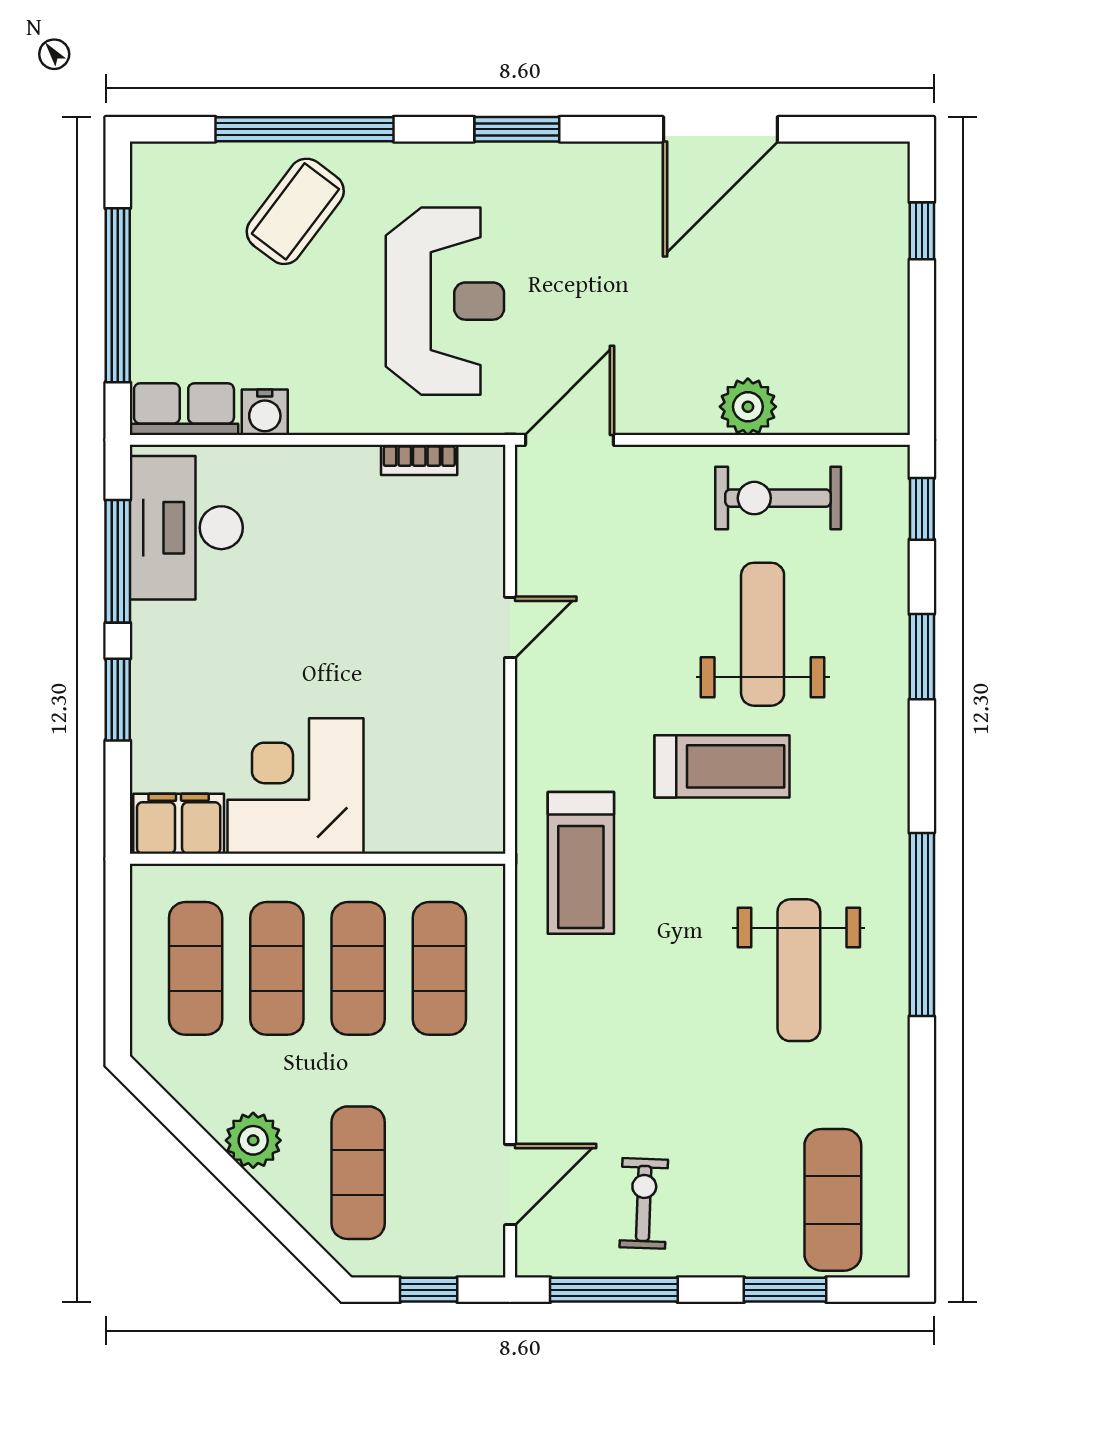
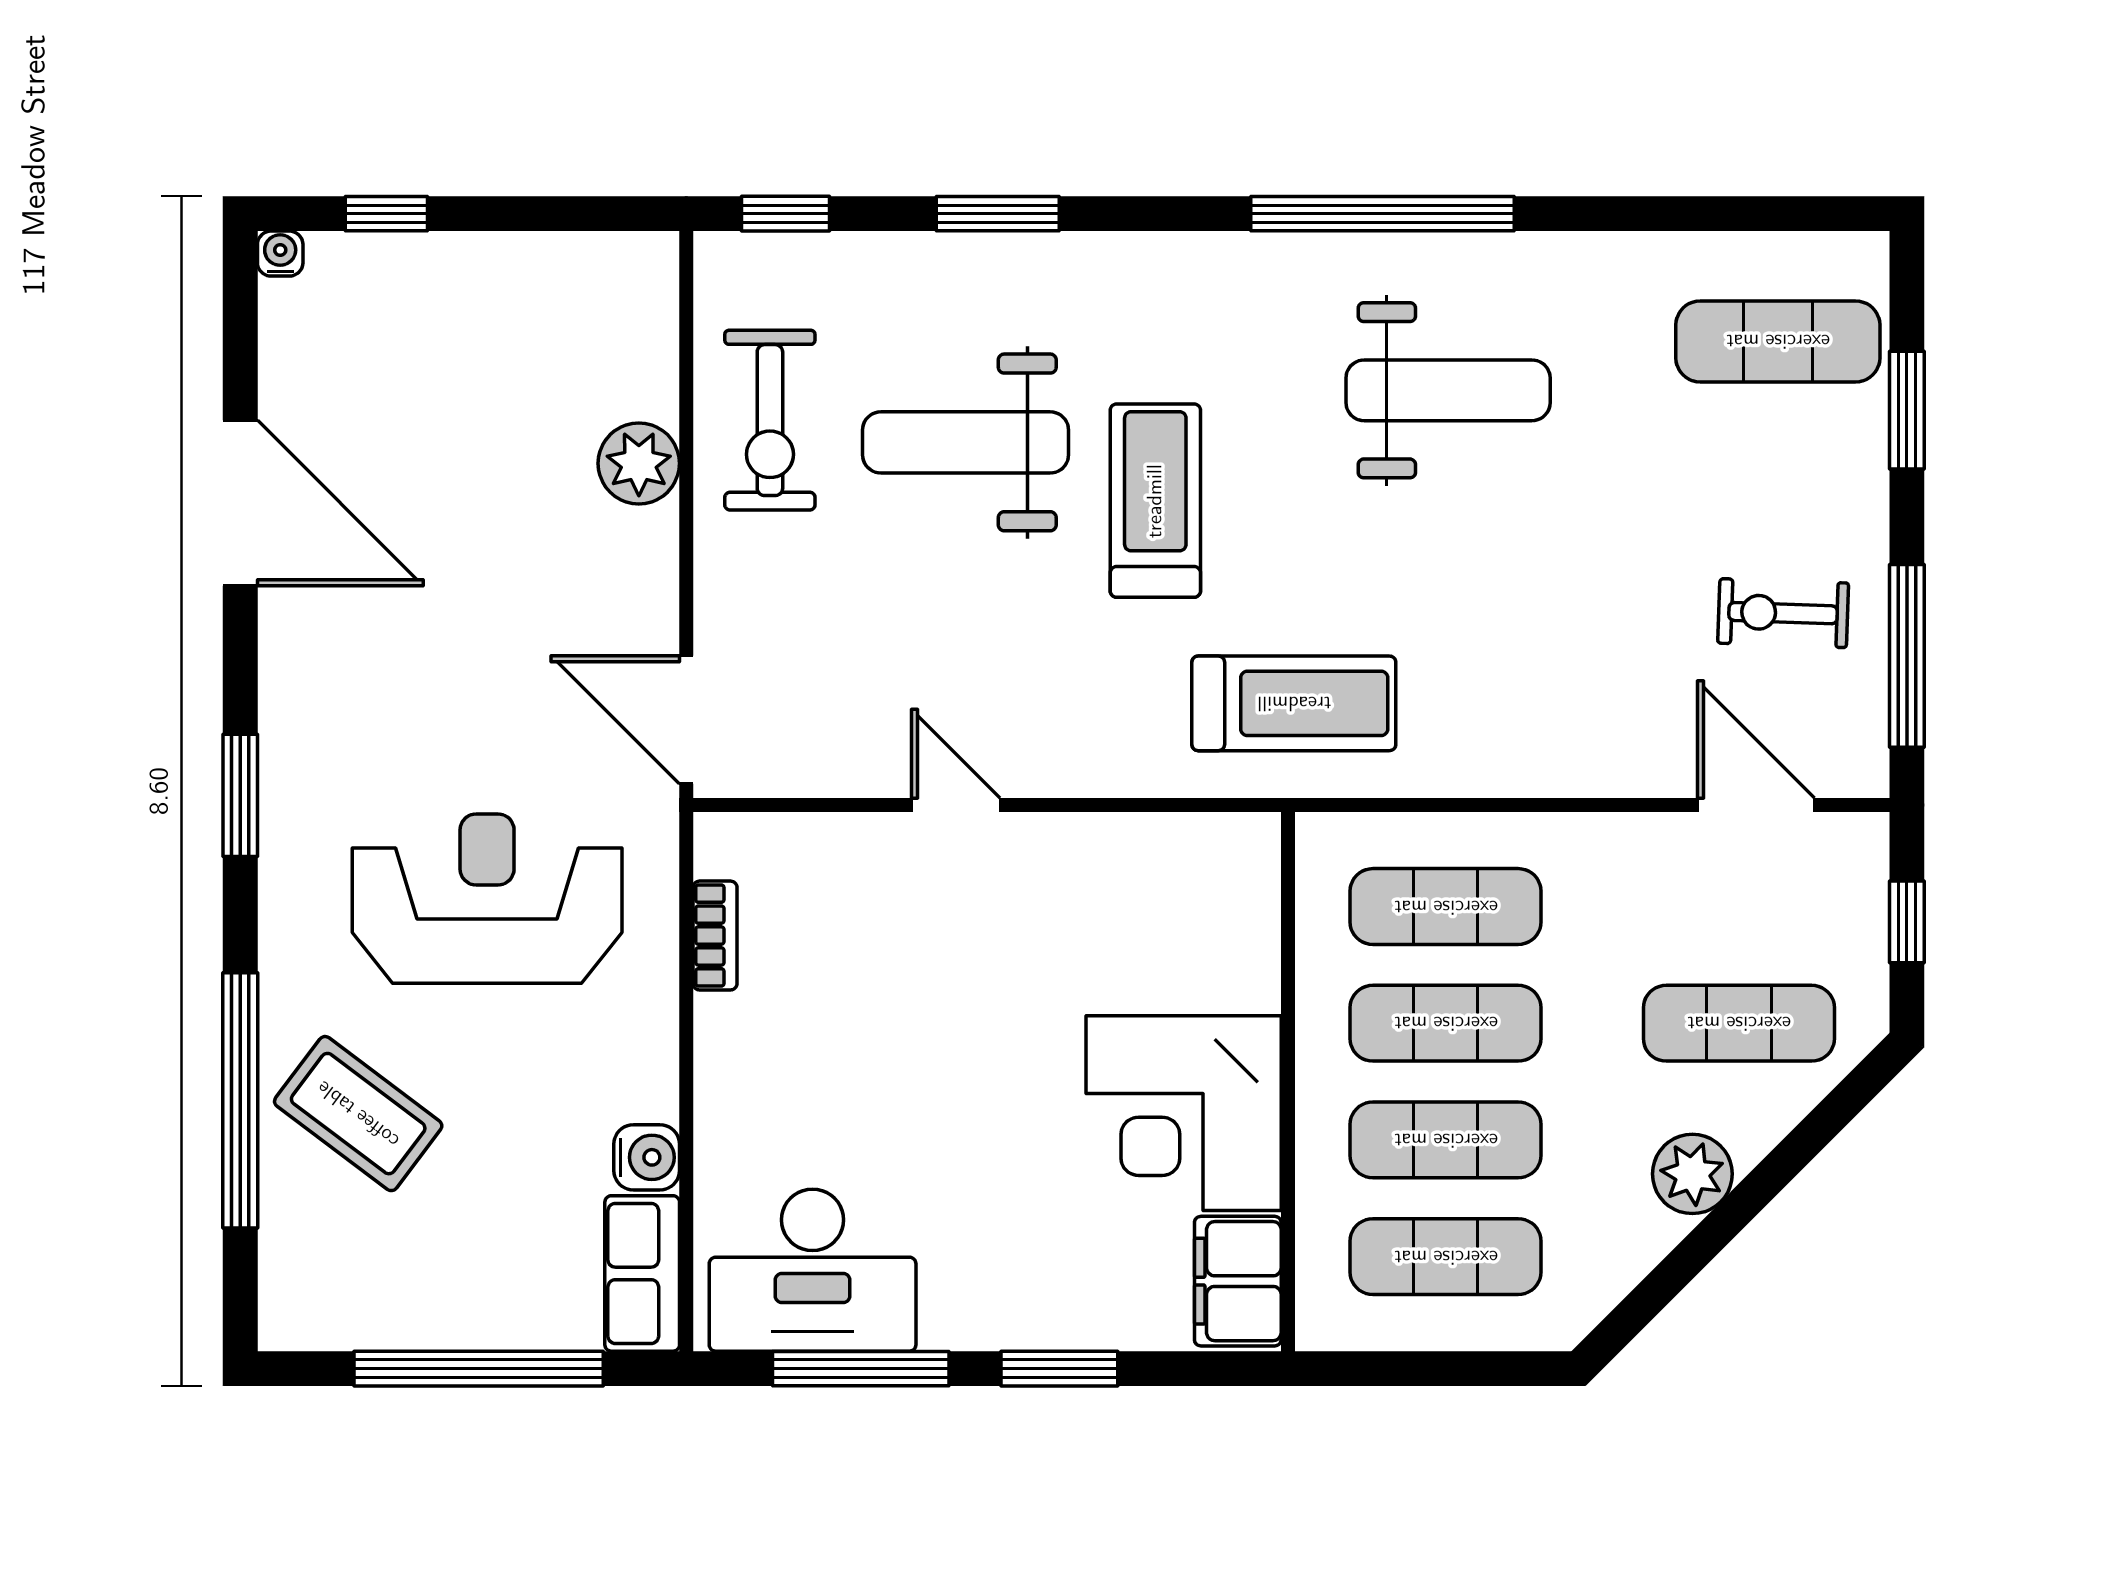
water cooler: (894, 157) -> (280, 254), added

